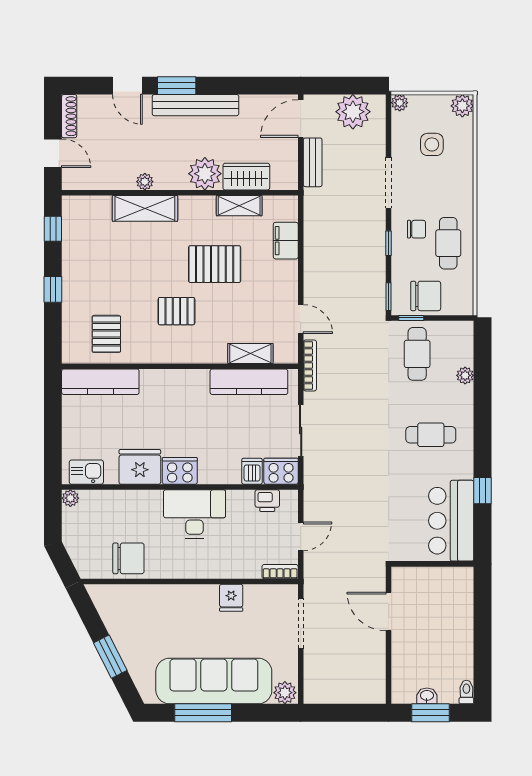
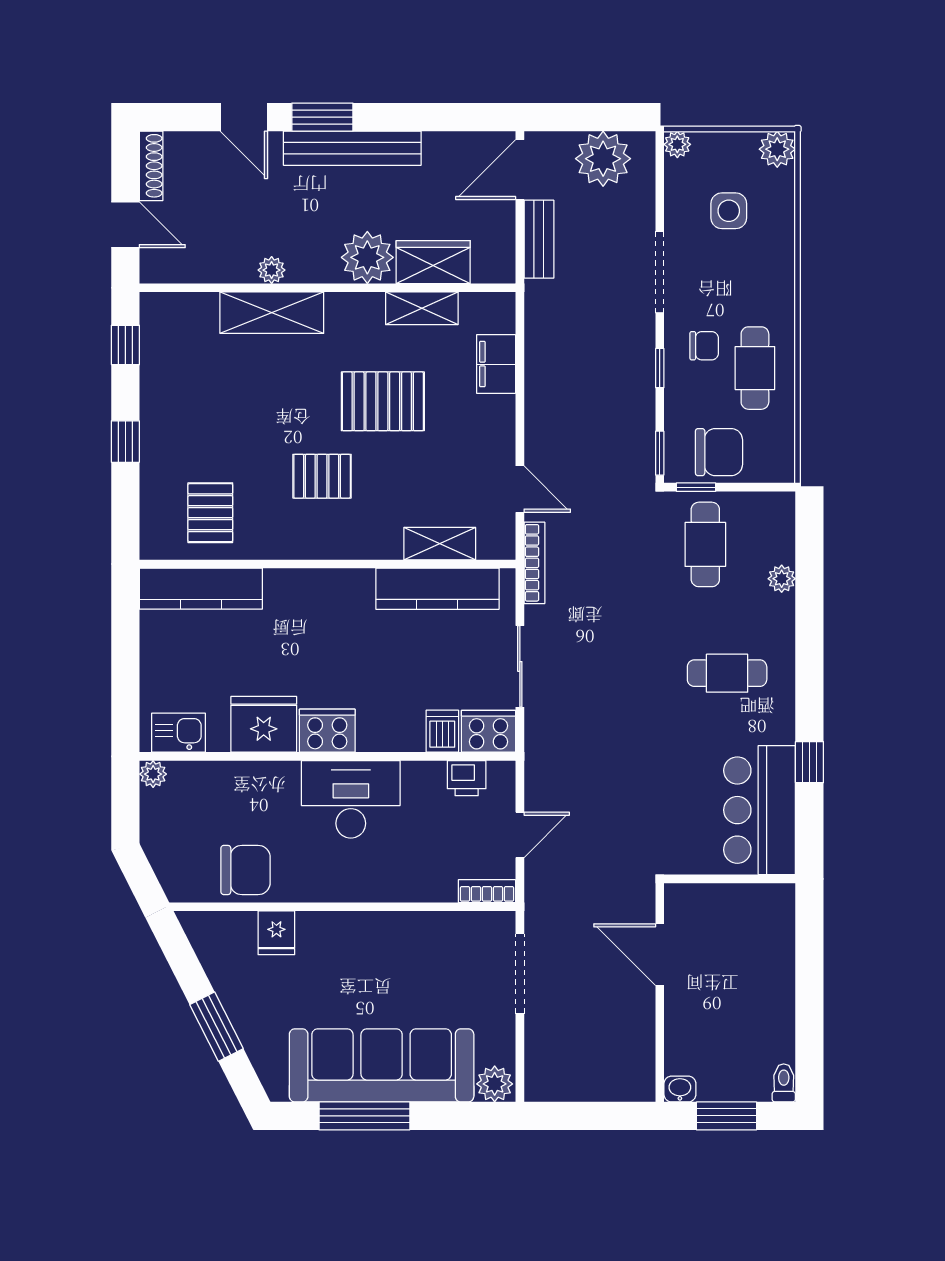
fridge: (231, 598) -> (276, 933), moved
washbasin: (427, 696) -> (680, 1089), moved

